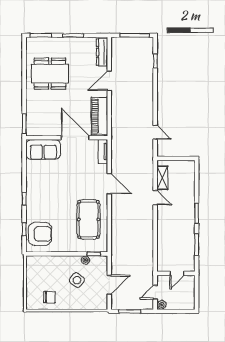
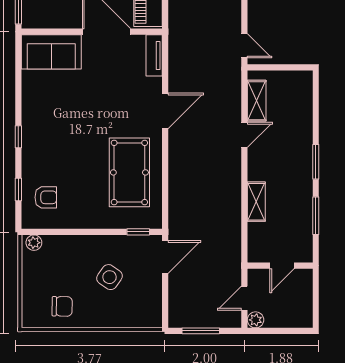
door: (155, 132) -> (244, 46), moved
door: (109, 184) -> (165, 111), hinge flipped
door: (155, 198) -> (244, 135), hinge flipped
armchair: (40, 234) -> (46, 197), width x0.53, depth x0.53
shelving: (162, 236) -> (256, 202), added
plant: (85, 260) -> (34, 243), moved
door: (109, 285) -> (165, 257), moved

